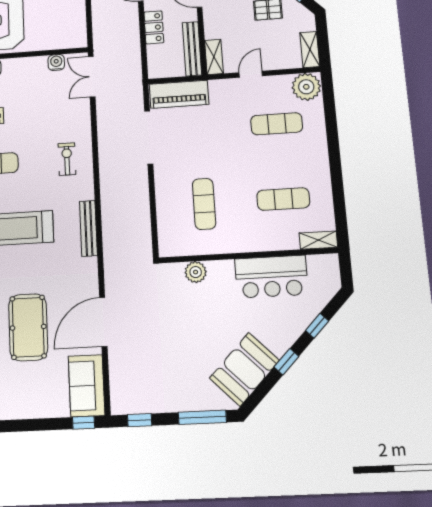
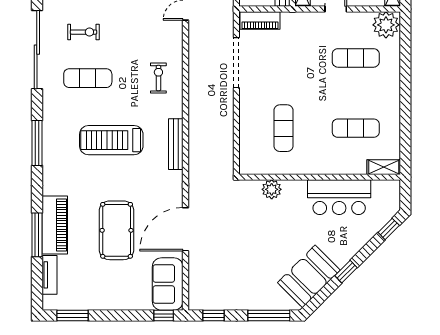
piano: (179, 94) -> (260, 20), width x0.73, depth x0.75
window: (317, 326) -> (389, 229), moved

